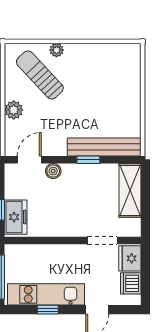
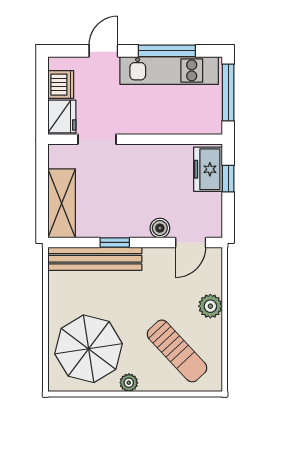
plant: (57, 50) -> (129, 383), moved
parasol: (109, 77) -> (89, 349), added
window: (48, 310) -> (167, 51), width x2.17

